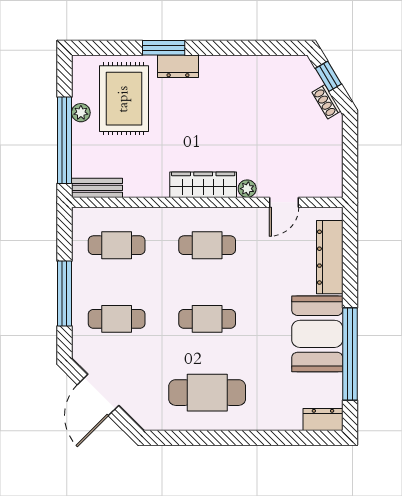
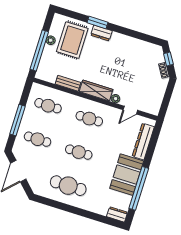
bench: (97, 188) -> (68, 83), moved

